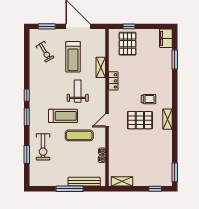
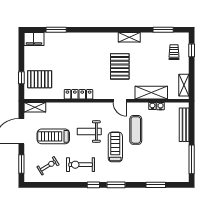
treadmill: (73, 57) -> (53, 136), turned 180
shelving: (101, 67) -> (35, 107), moved
locker: (113, 81) -> (79, 94), width x1.53
trolley: (148, 99) -> (174, 52), moved
shelving: (168, 119) -> (129, 37), moved
exercise bike: (43, 147) -> (81, 165), moved, turned 180
shelving: (115, 150) -> (151, 93), added
window: (175, 172) -> (163, 30), moved
window: (69, 189) -> (192, 159), moved

